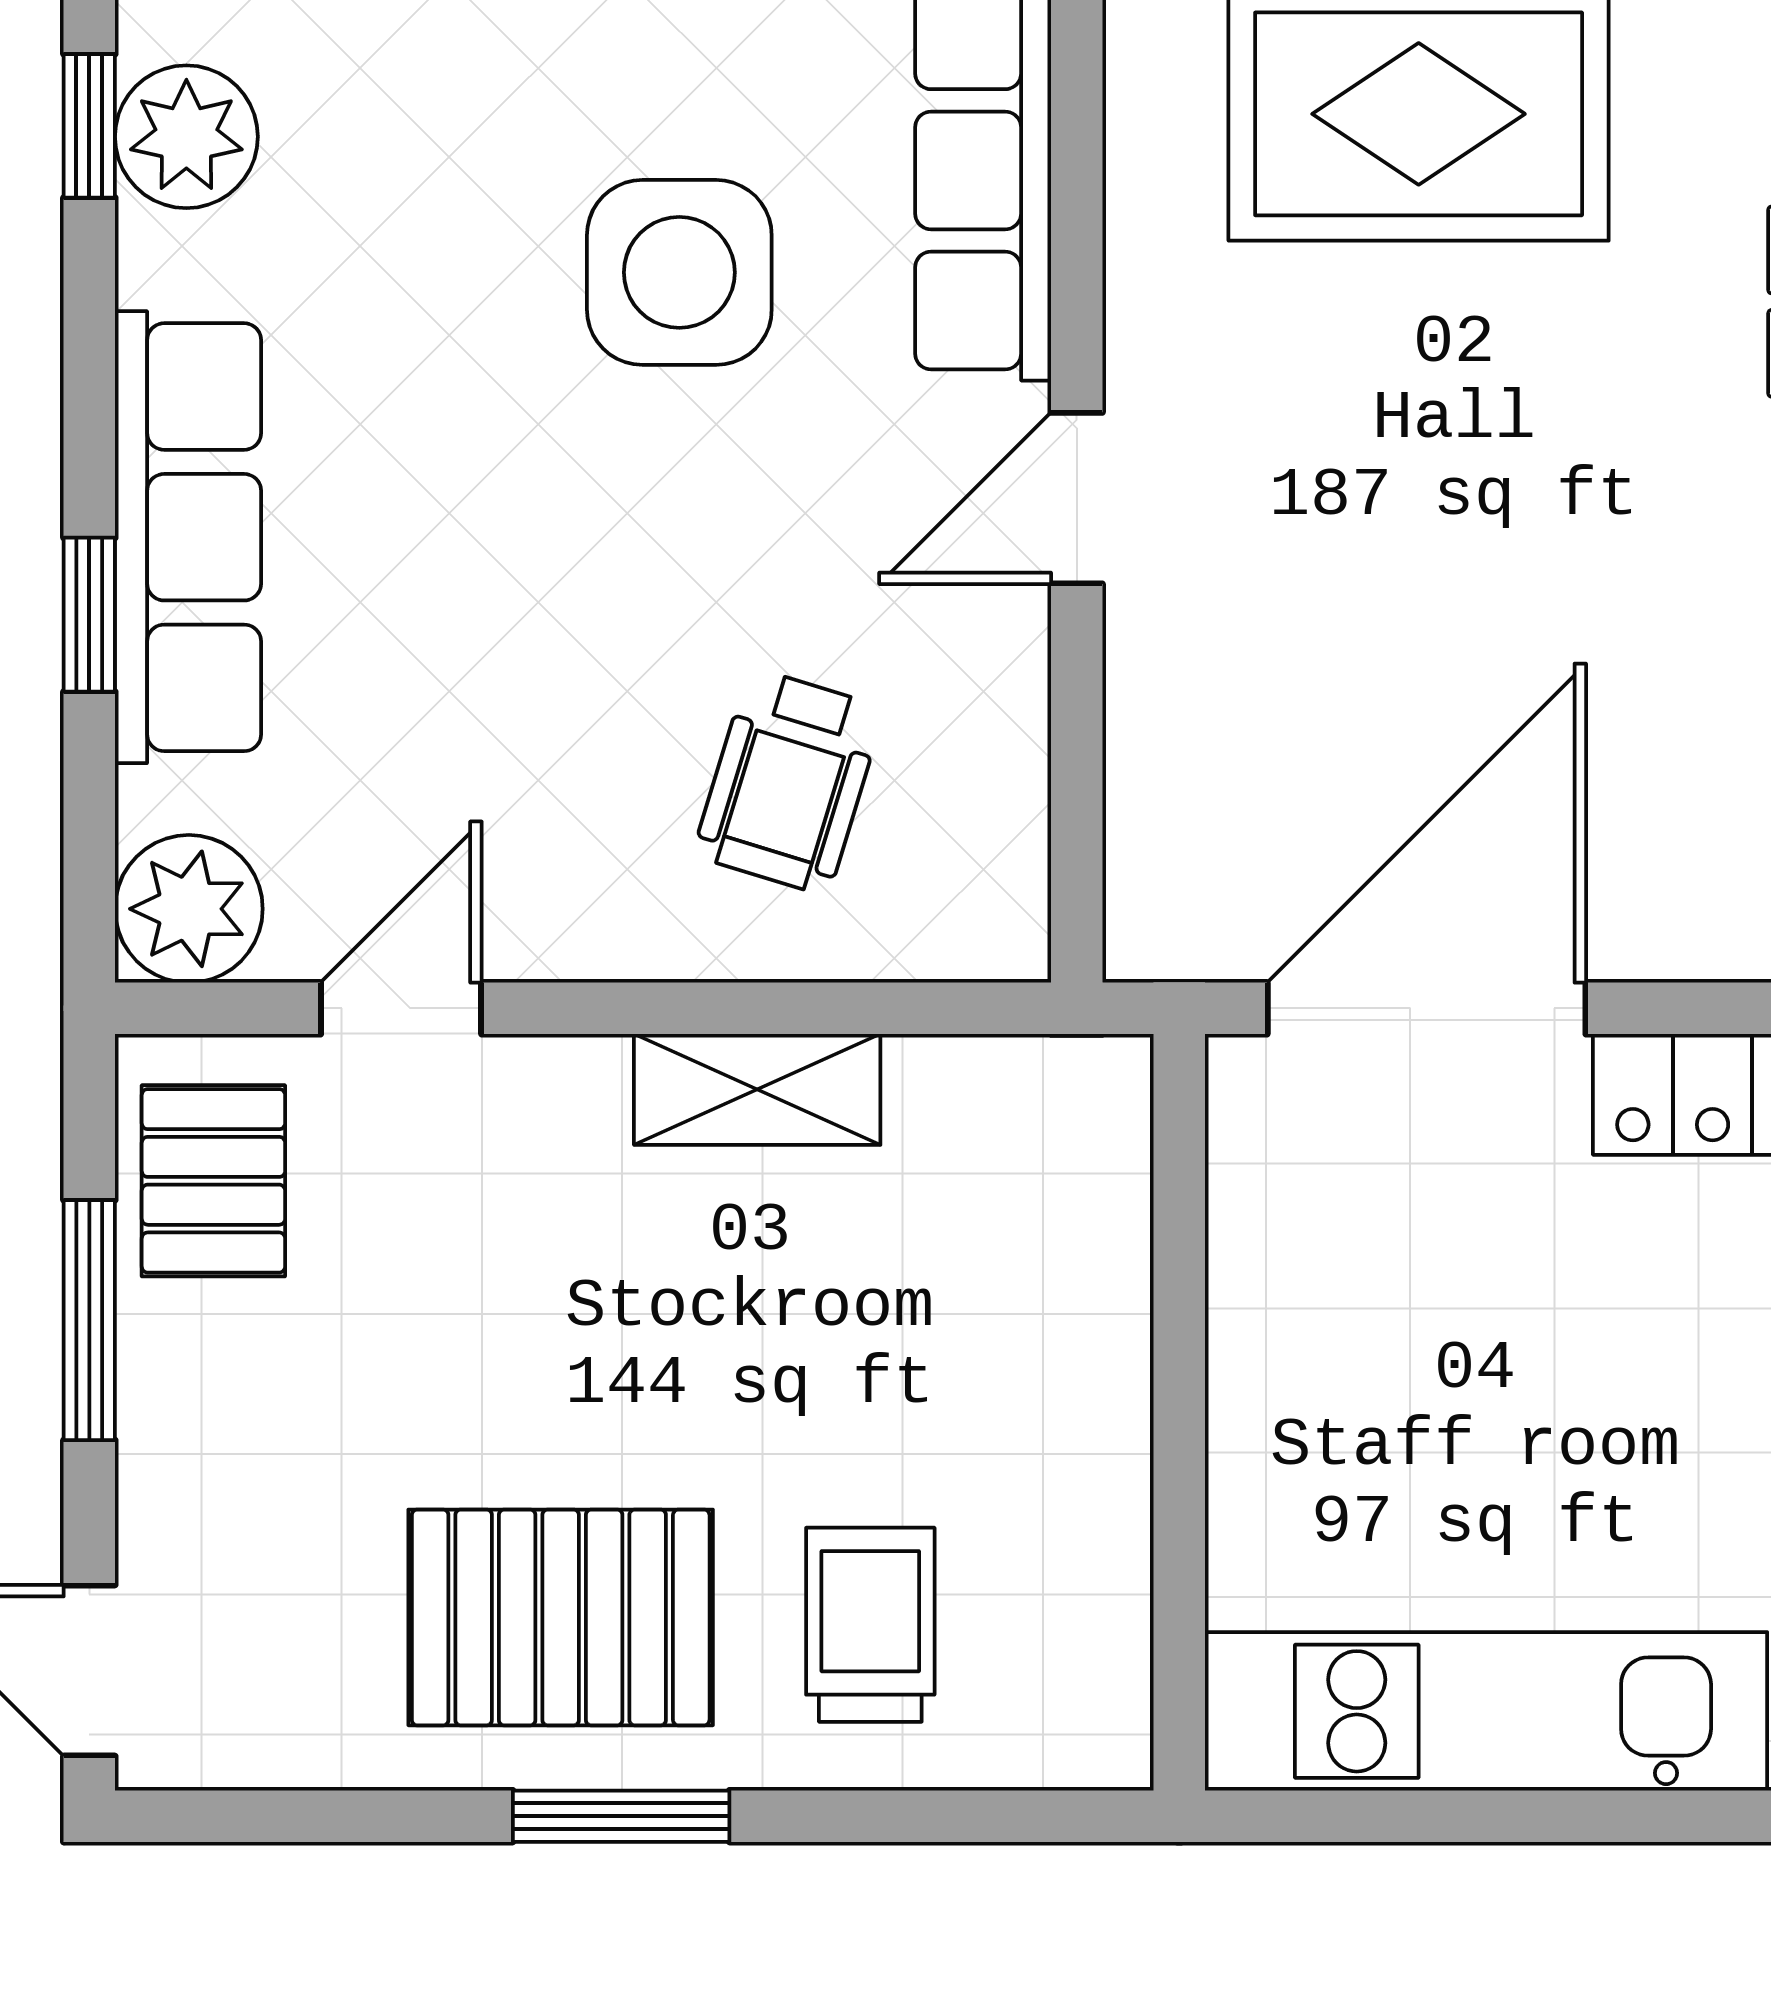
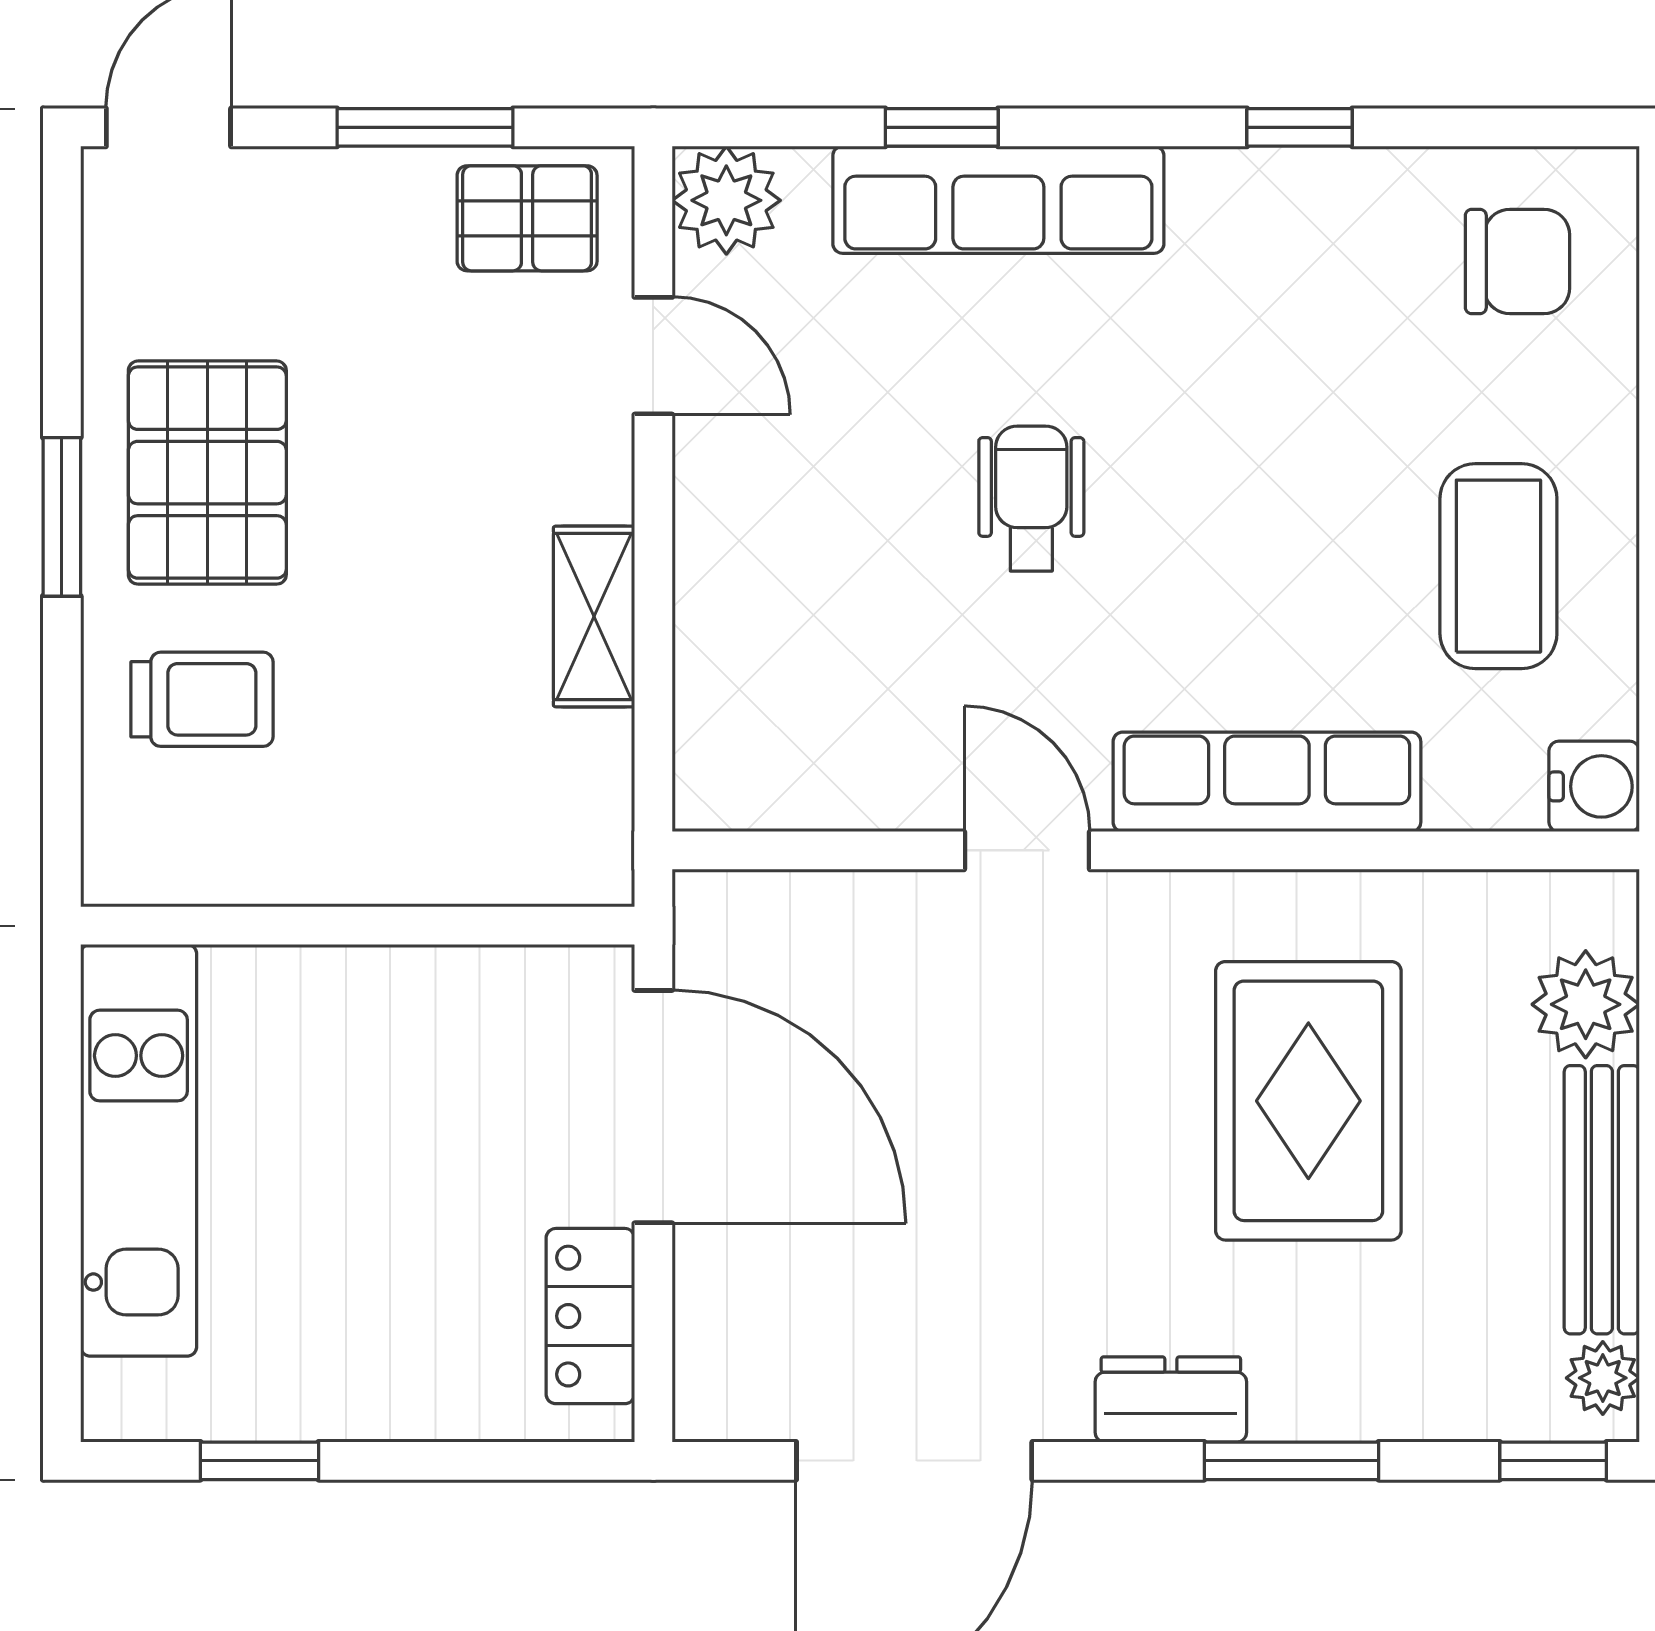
plant: (186, 137) -> (1292, 198), removed
side table: (679, 272) -> (1192, 559), removed
wheelchair: (789, 781) -> (1031, 499), moved, turned 73

